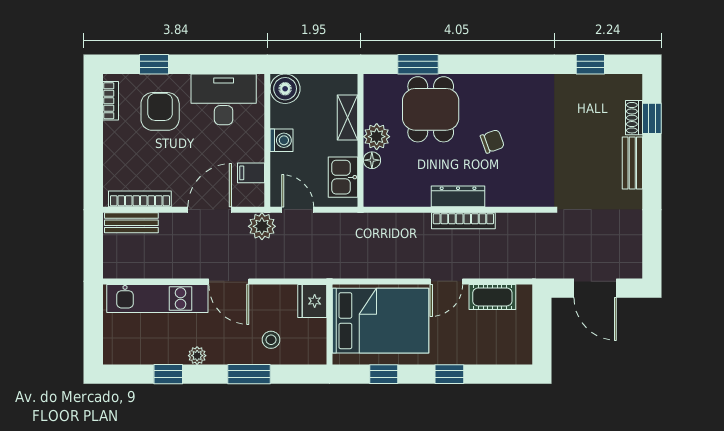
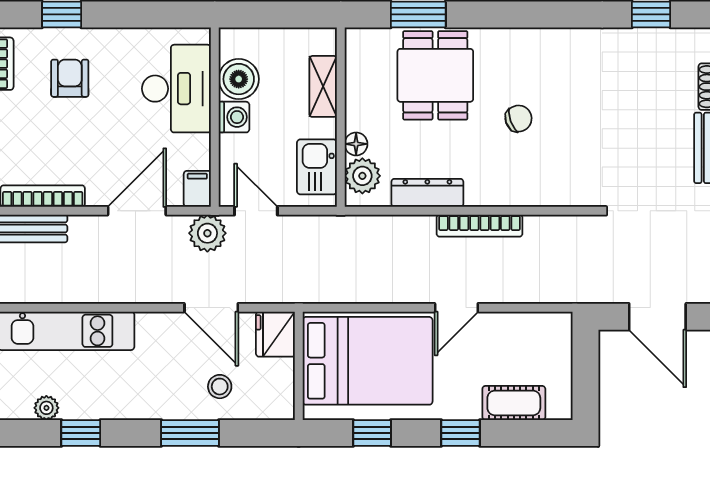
boiler: (285, 89) -> (239, 79), moved
desk: (224, 99) -> (176, 89), moved, turned 90
armchair: (160, 111) -> (70, 78), width x0.72, depth x0.72
plant: (377, 137) -> (362, 176), moved
filing cabinet: (251, 173) -> (197, 189), moved, turned 90
dresser: (458, 196) -> (427, 193), moved
door: (229, 281) -> (211, 308), moved
cot: (492, 297) -> (514, 403), moved
plant: (197, 356) -> (46, 408), moved

